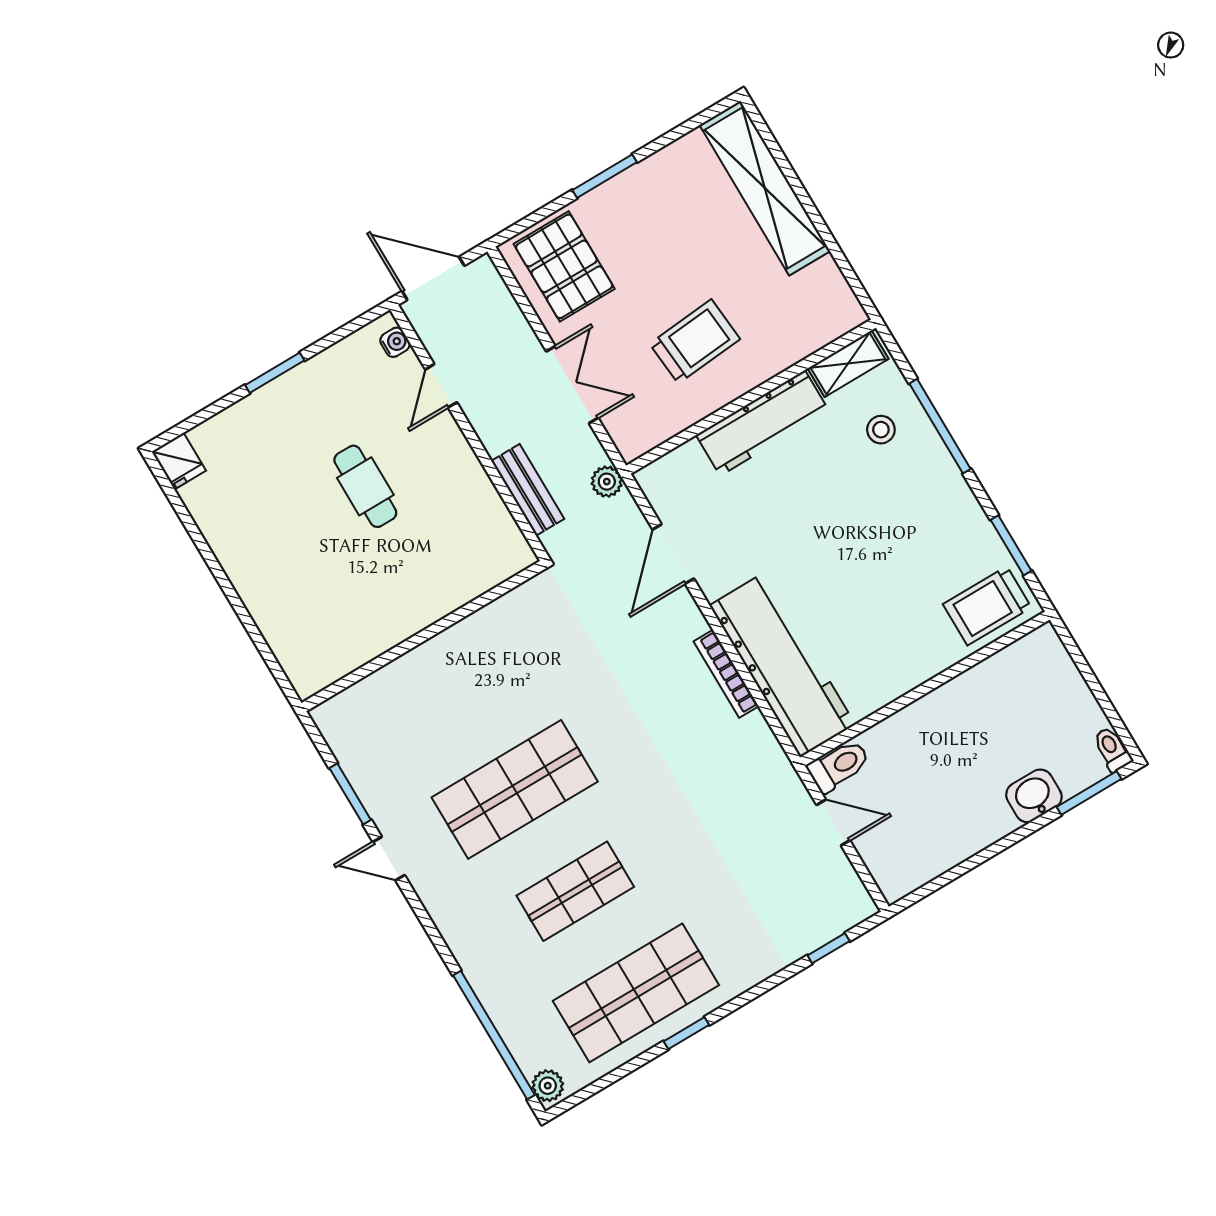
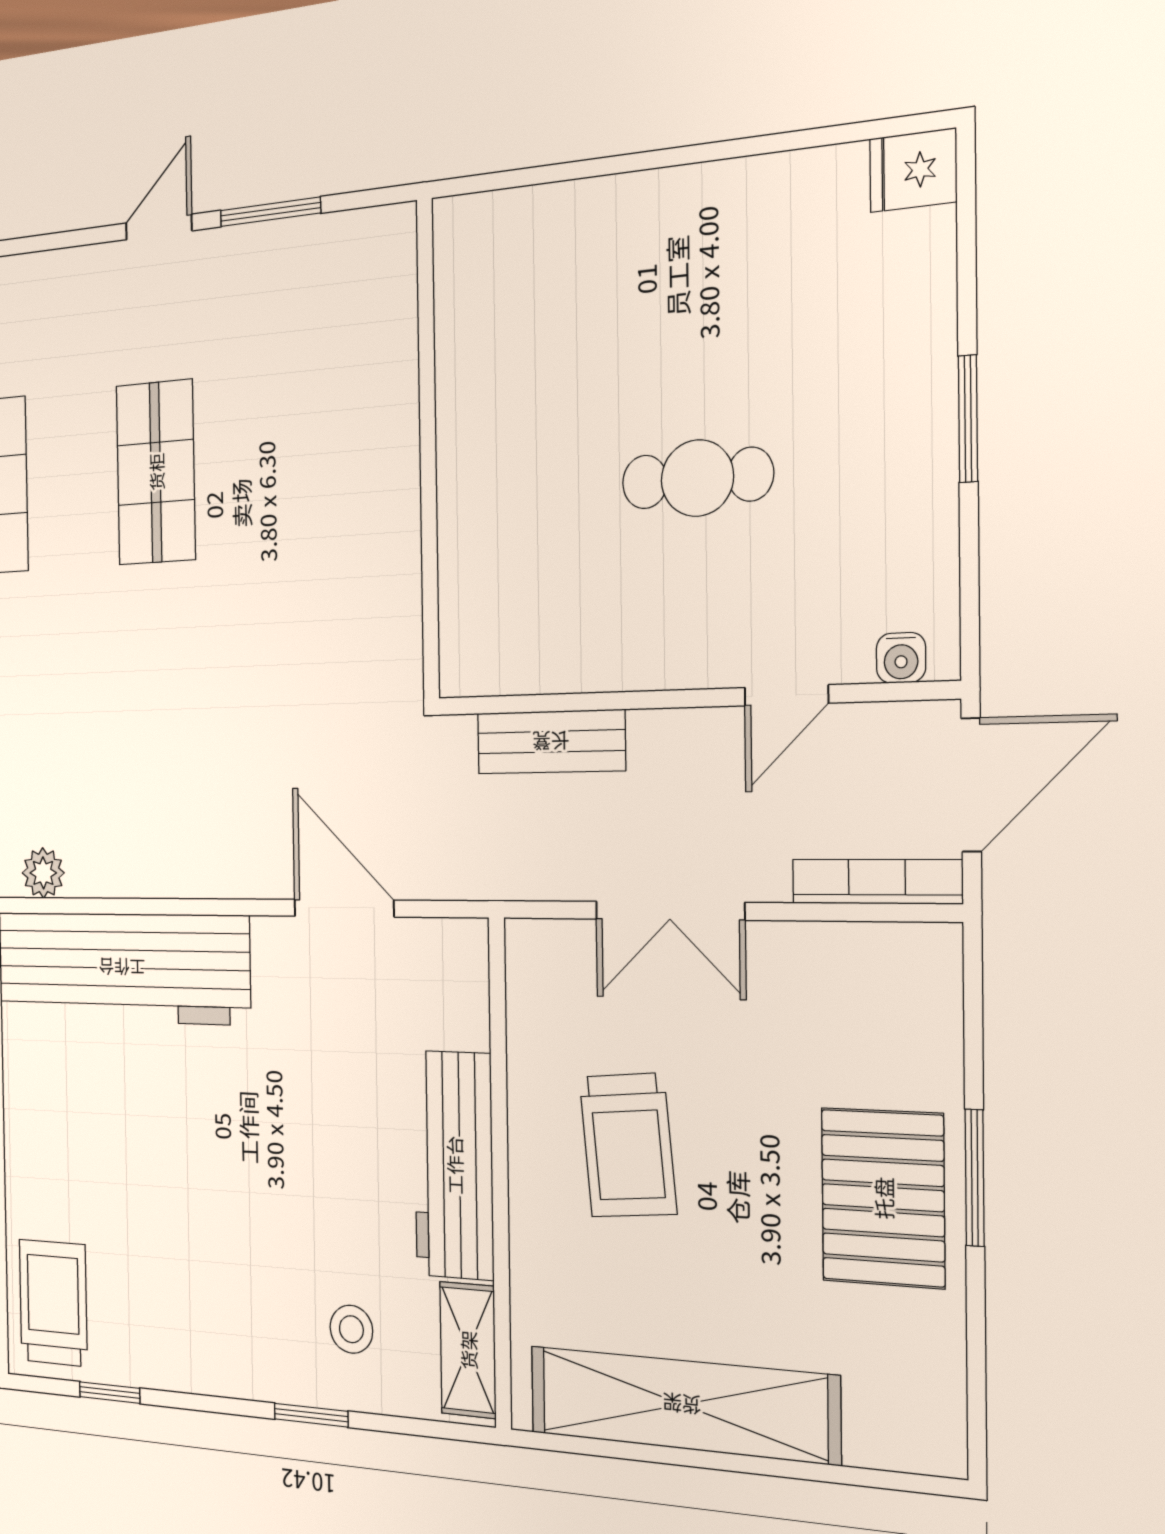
shelving: (765, 188) -> (682, 1405), moved
pallet: (564, 266) -> (883, 1198), moved, turned 90
door: (441, 386) -> (786, 695), swing flipped
window: (940, 426) -> (311, 1415), width x0.46
plant: (607, 482) -> (43, 873), moved
window: (1011, 545) -> (110, 1393), width x0.67
bookcase: (726, 674) -> (877, 882), moved
shop shelf: (515, 789) -> (156, 472), width x0.70, depth x0.74

